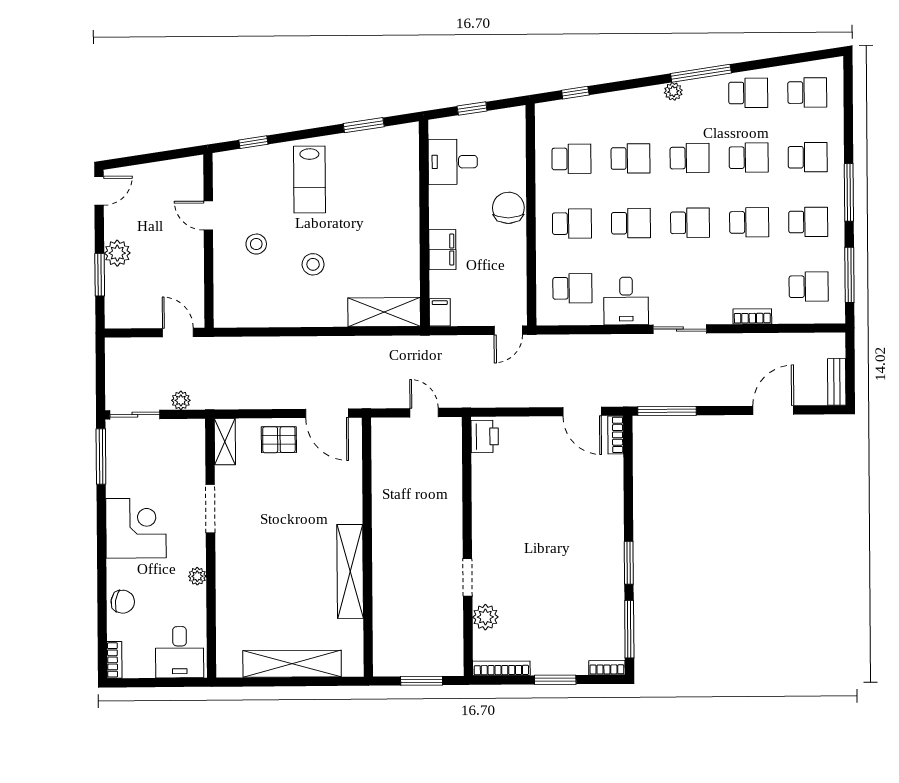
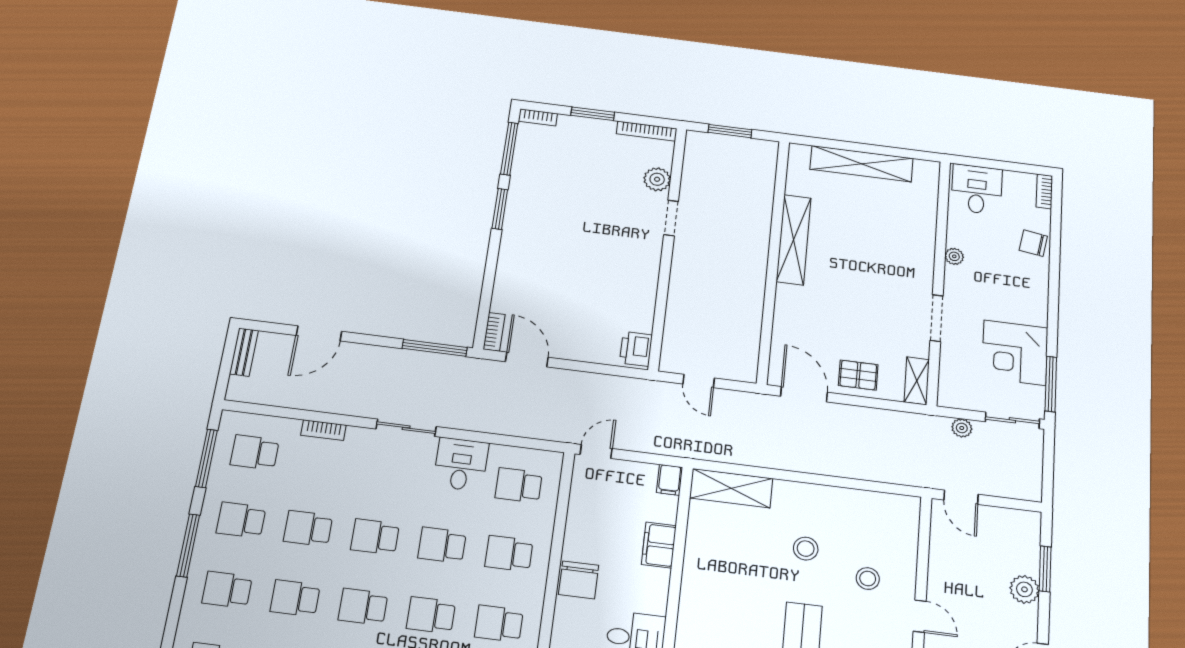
corner desk: (136, 528) -> (1015, 353), moved

